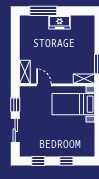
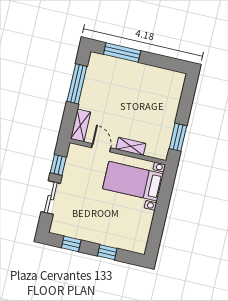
freezer: (60, 22) -> (140, 72), removed
window: (15, 42) -> (77, 84), added
shelving: (84, 79) -> (131, 146), moved

